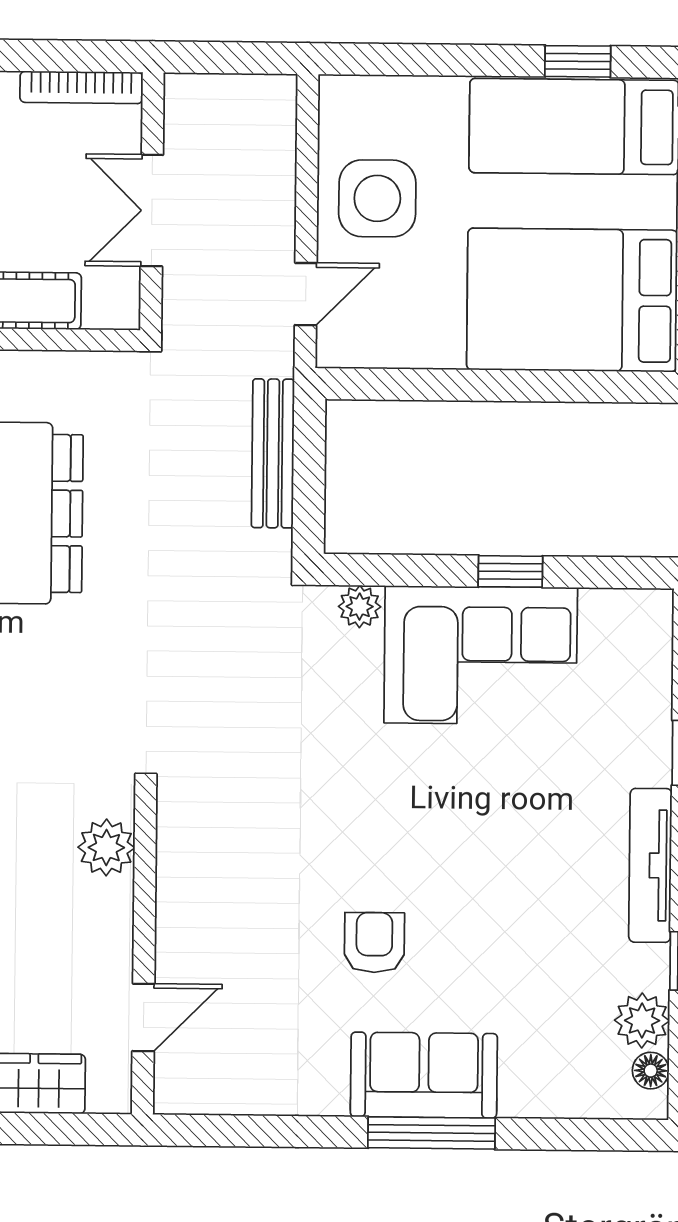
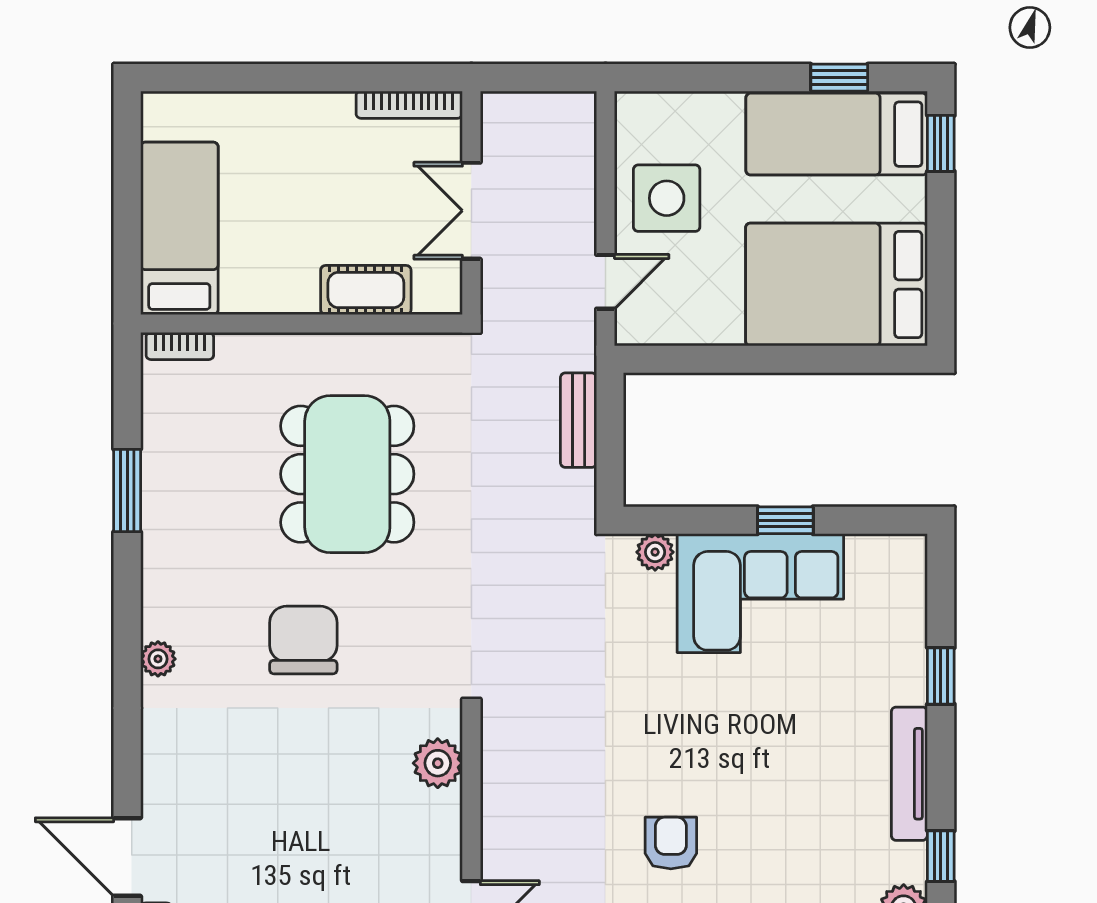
bench: (273, 453) -> (578, 420), width x0.73

